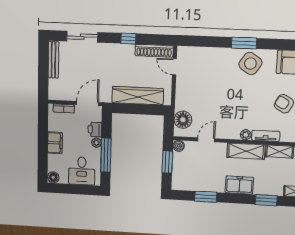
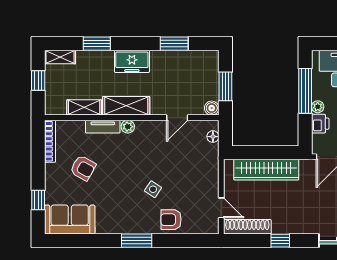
armchair: (215, 59) -> (171, 220), added
side table: (250, 64) -> (153, 189), moved, width x0.54, depth x0.54
floor lamp: (183, 120) -> (213, 137), width x0.53, depth x0.53

